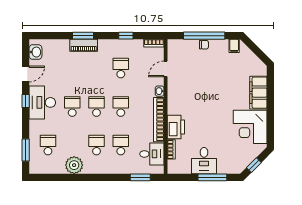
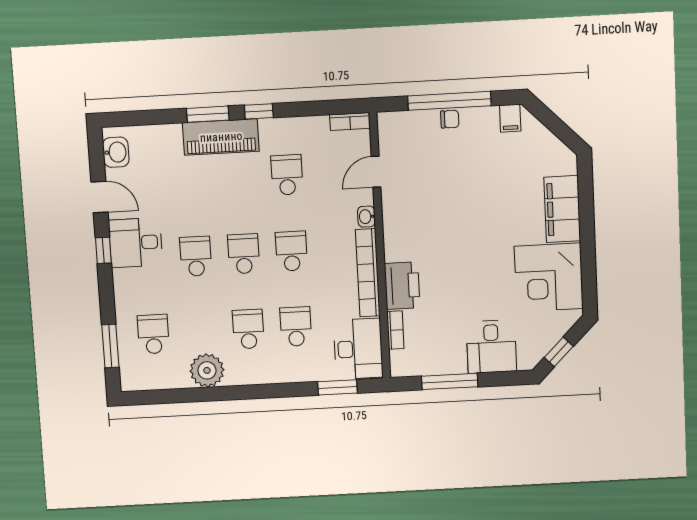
window: (126, 36) -> (259, 111), moved
piano: (84, 45) -> (221, 137), width x1.37, depth x1.33
door: (26, 74) -> (99, 197), hinge flipped
desk: (42, 102) -> (136, 243), width x0.73
desk: (152, 154) -> (358, 349), width x1.37
desk: (204, 161) -> (491, 347), moved
window: (212, 177) -> (450, 381), moved

